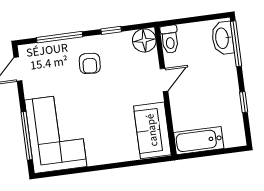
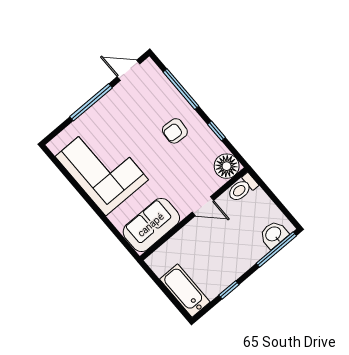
washbasin: (223, 38) -> (274, 234), width x0.72
corner sofa: (56, 133) -> (102, 168), moved, turned -90
window: (27, 136) -> (91, 102), moved
bathtub: (199, 141) -> (185, 291), moved

